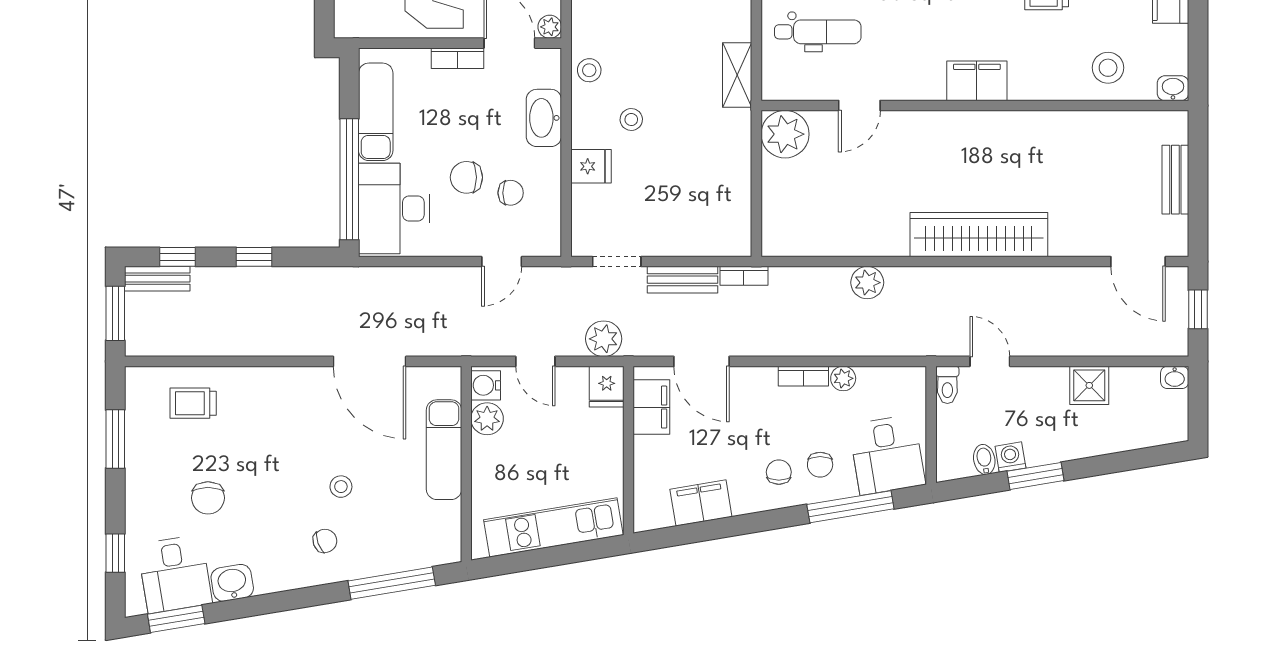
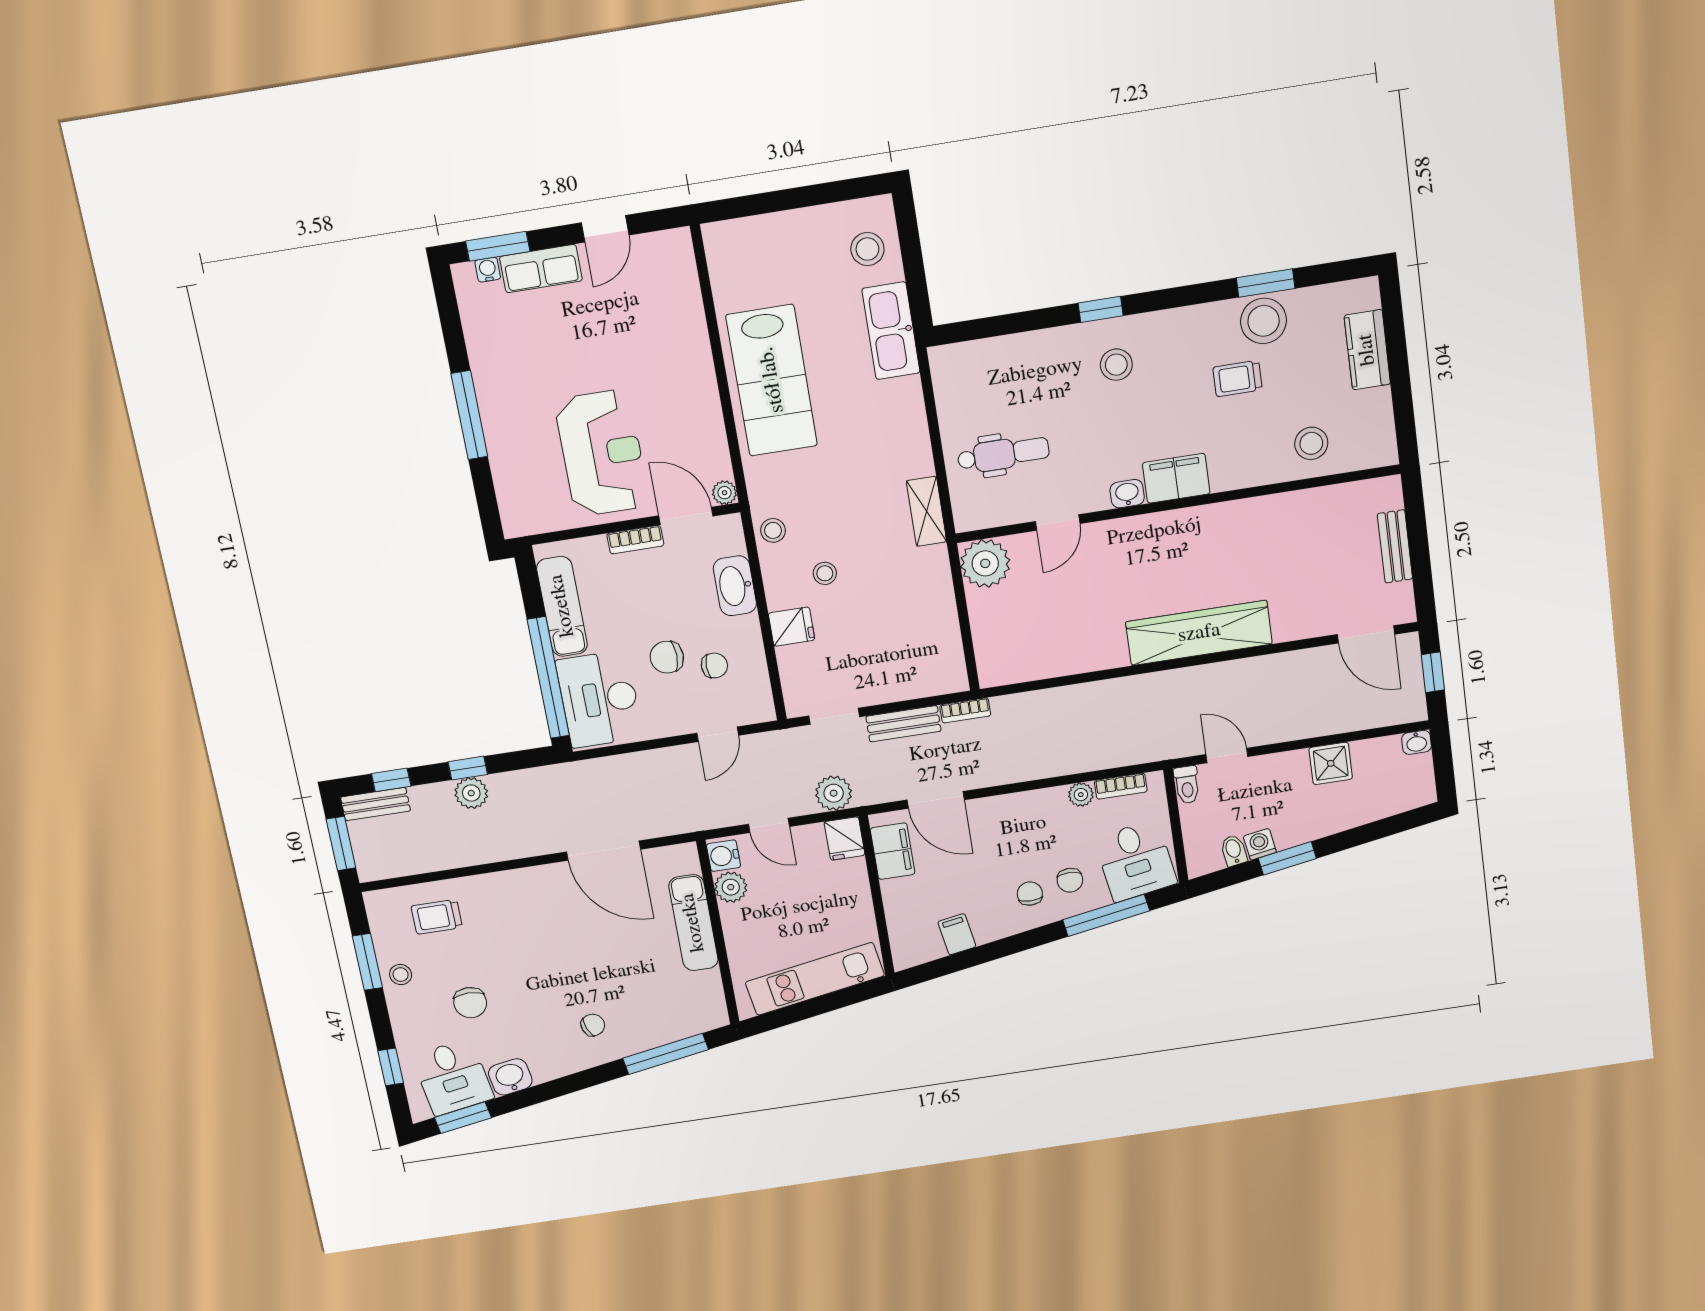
washbasin: (1173, 88) -> (1127, 494), moved
plant: (867, 283) -> (471, 793), moved
bookcase: (803, 376) -> (1121, 786), moved
stool: (341, 487) -> (401, 975), moved
filing cabinet: (701, 503) -> (957, 934), width x0.50

